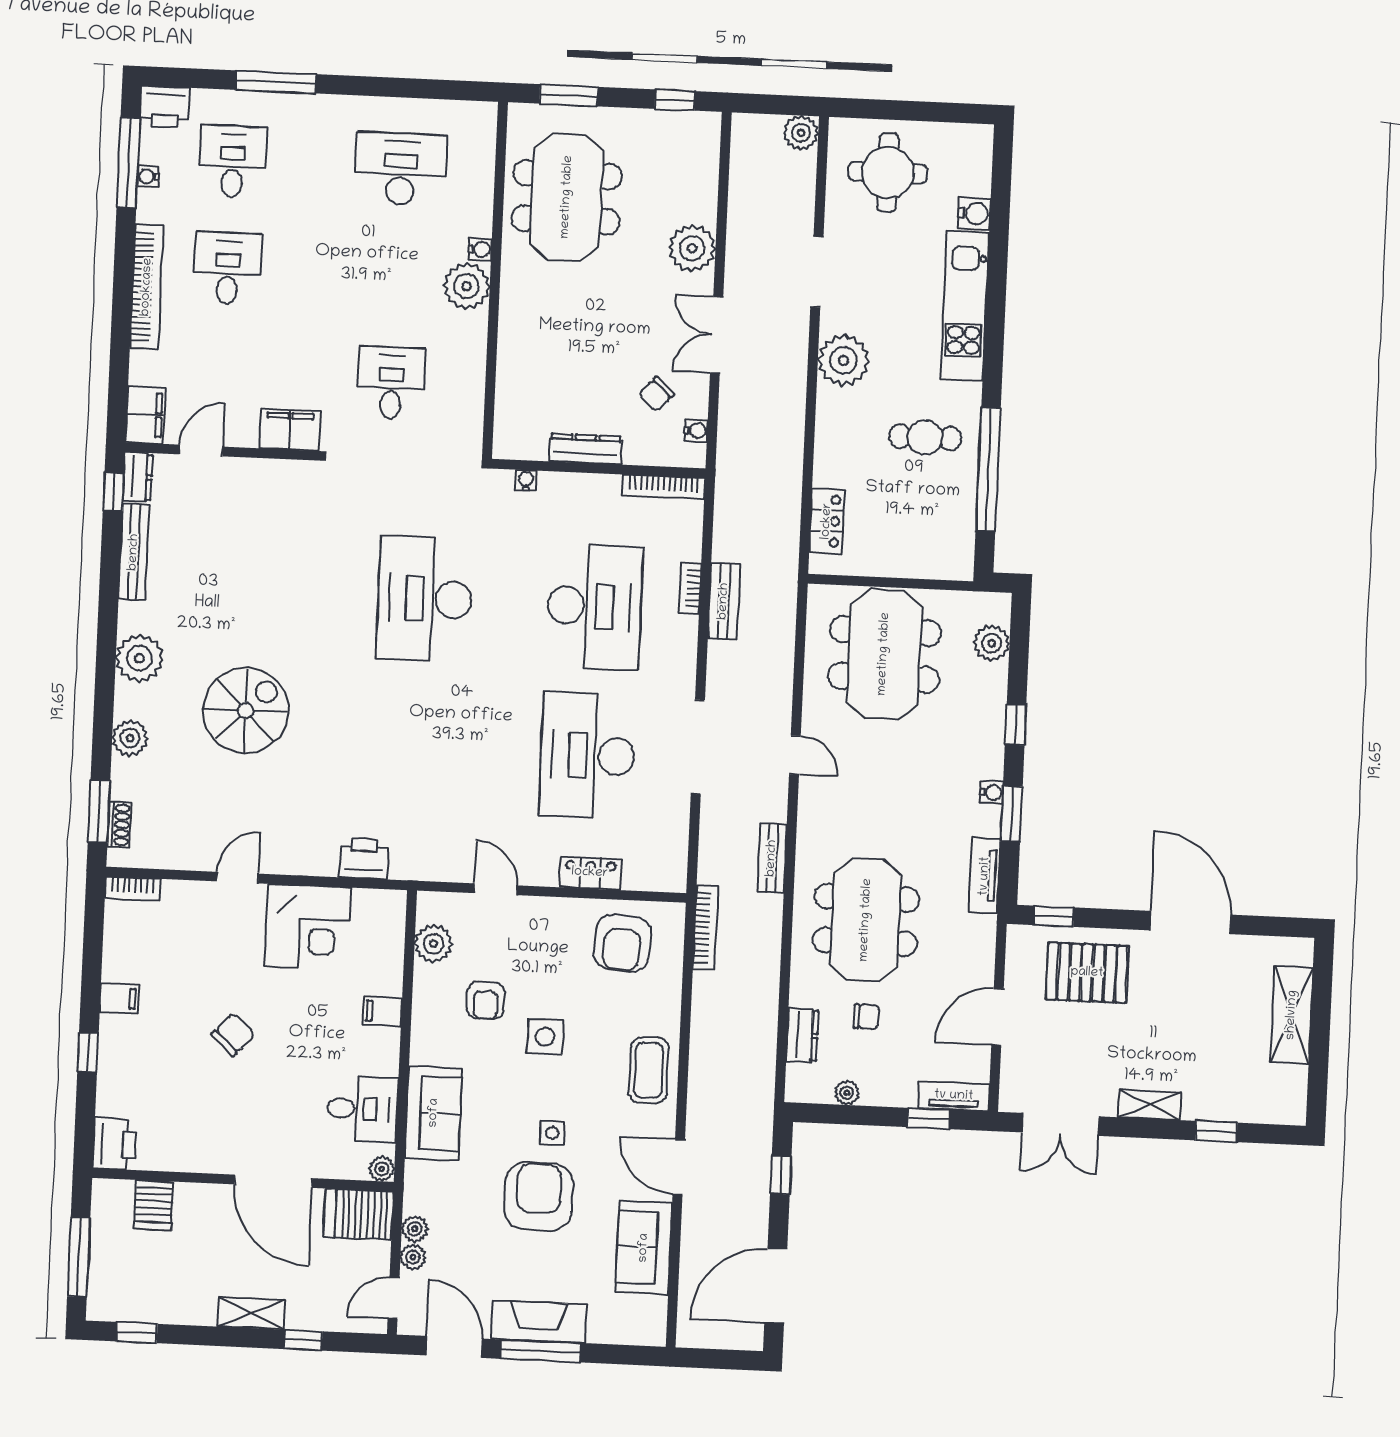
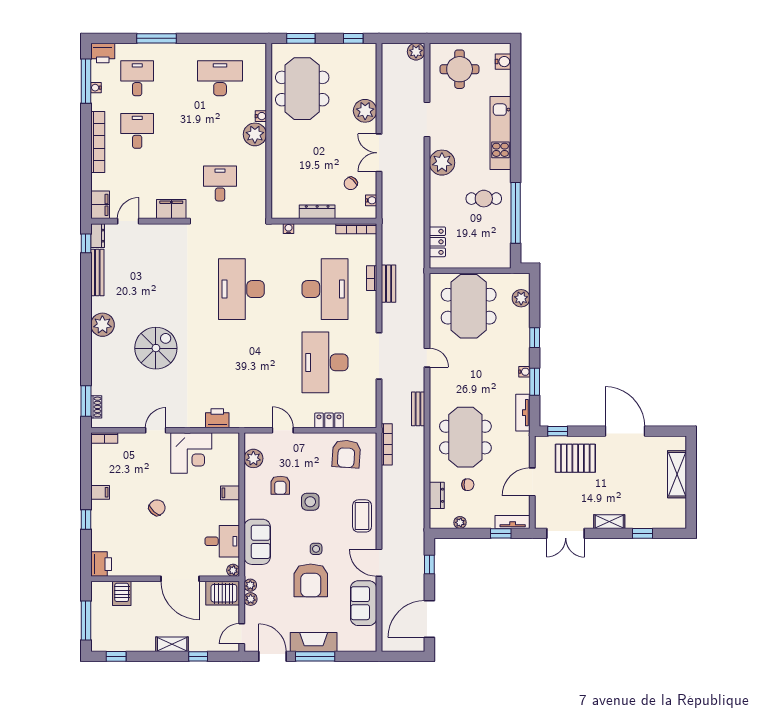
water cooler: (974, 214) -> (503, 62), moved
plant: (130, 738) -> (100, 364), removed
armchair: (539, 1196) -> (311, 580), turned 180
plant: (413, 1257) -> (250, 585), moved

